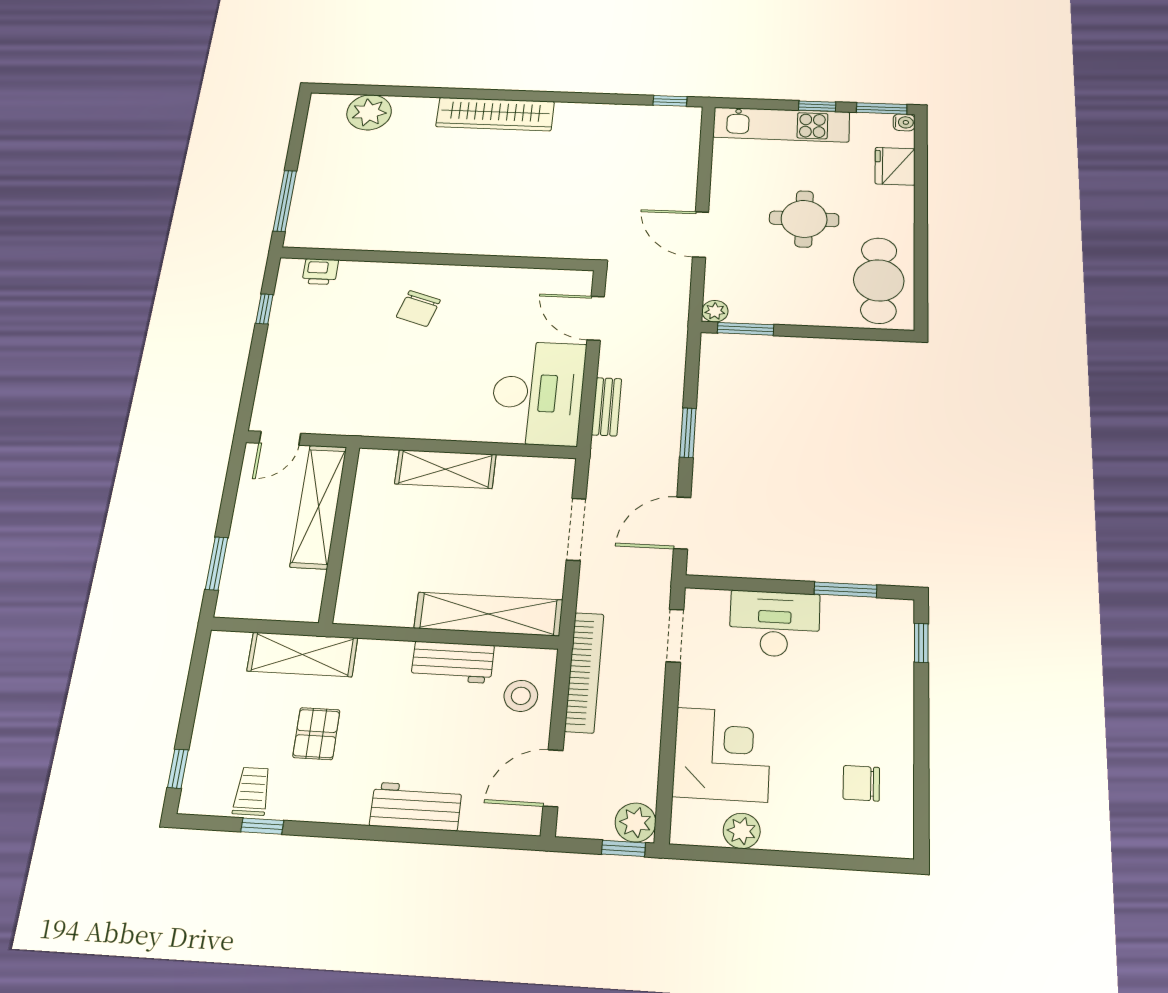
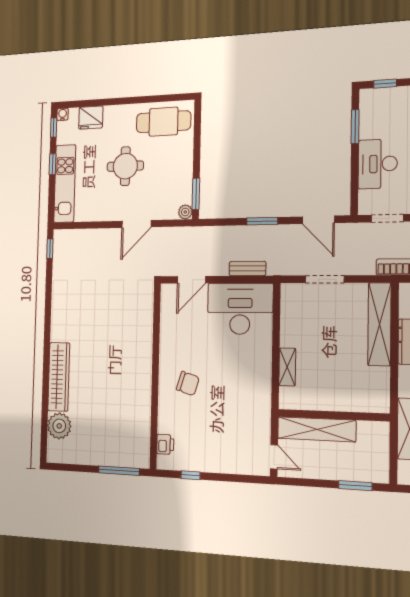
window: (882, 108) -> (54, 128), width x0.67
wardrobe: (495, 114) -> (59, 377), moved
shelving: (445, 469) -> (287, 367), width x0.67, depth x0.75

